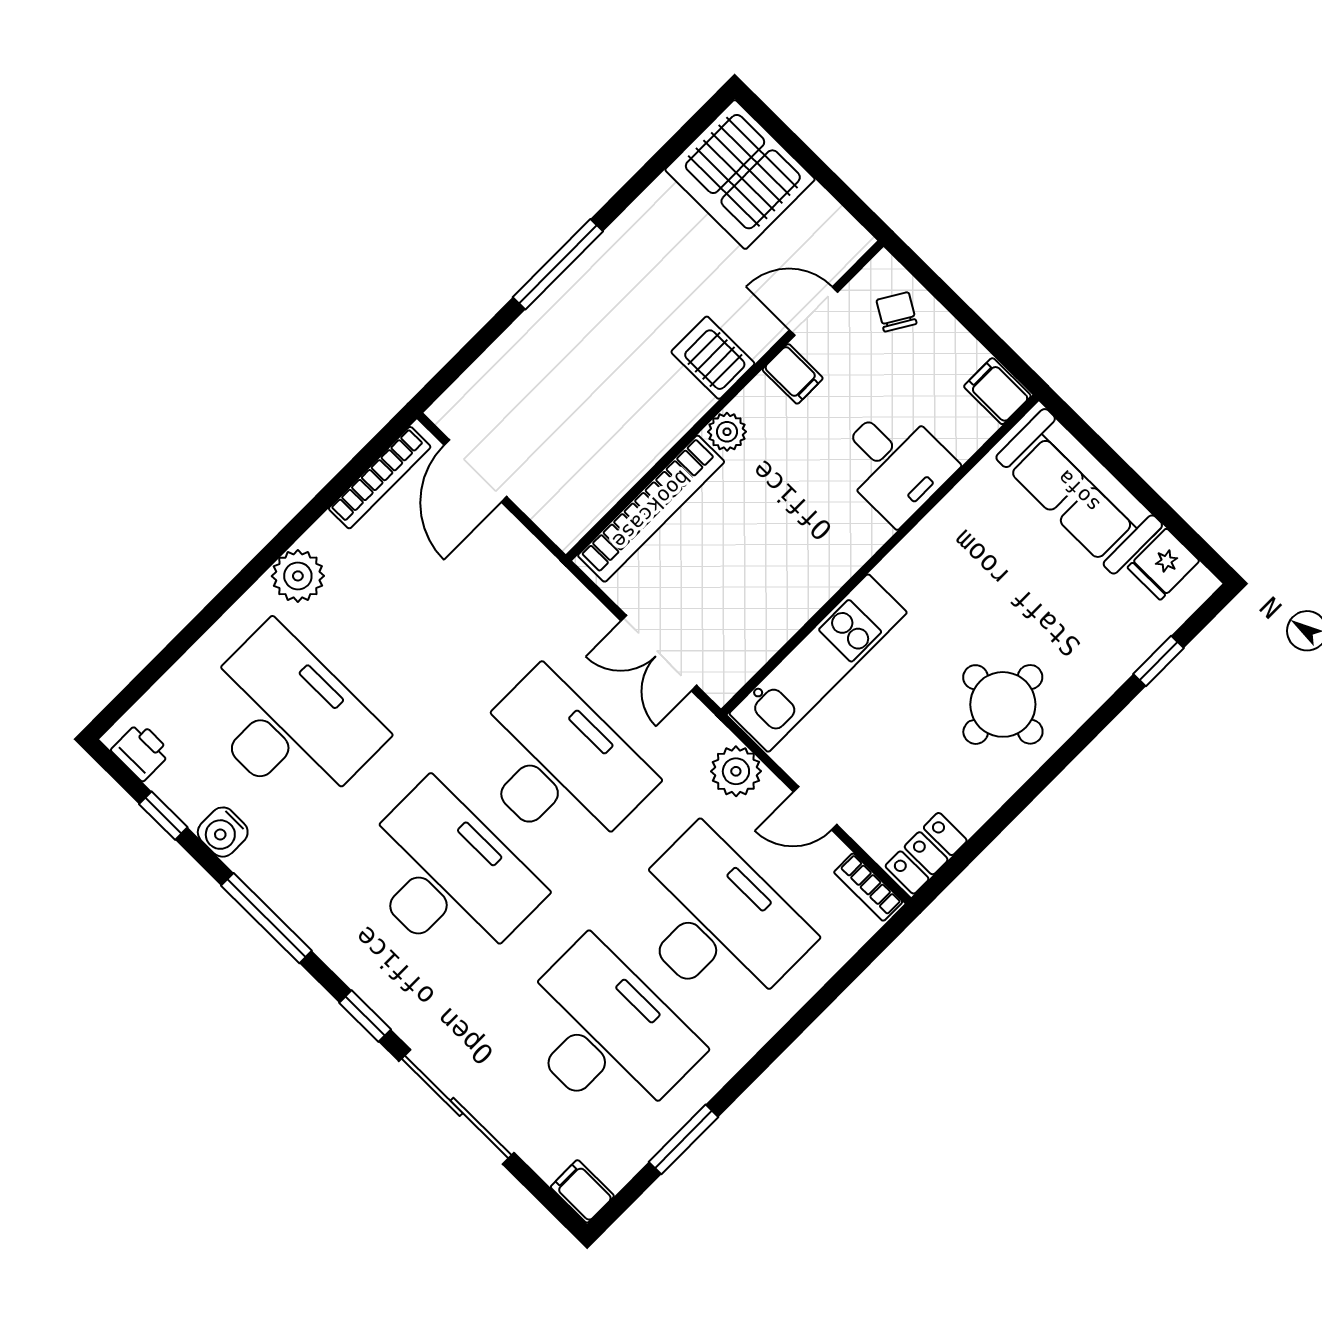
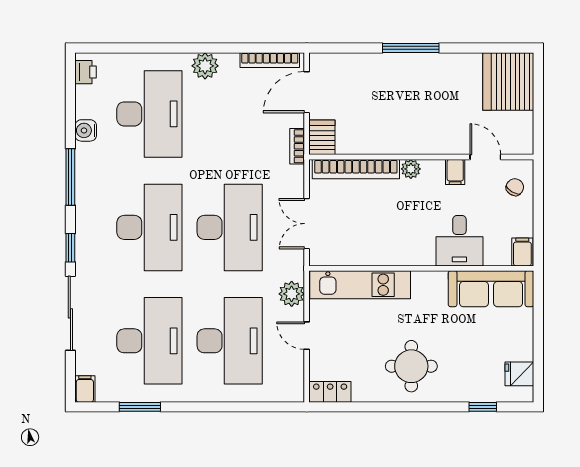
server rack: (713, 358) -> (322, 137), moved
sofa: (1079, 491) -> (491, 289), moved, turned -90
window: (163, 816) -> (70, 103), removed
bookcase: (868, 887) -> (297, 146), moved

